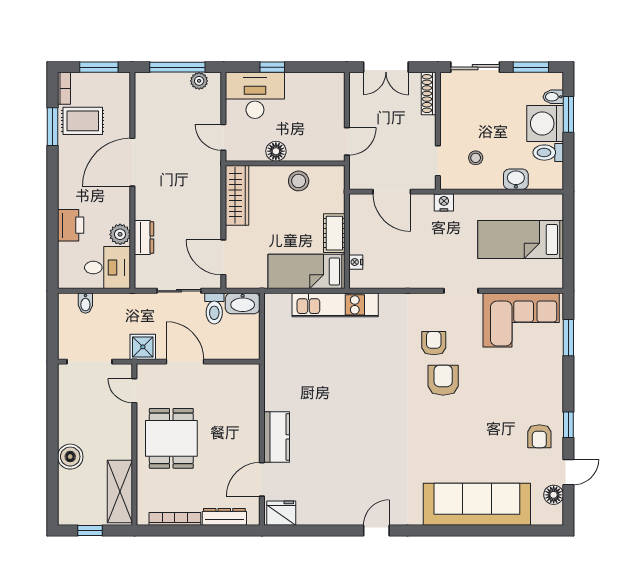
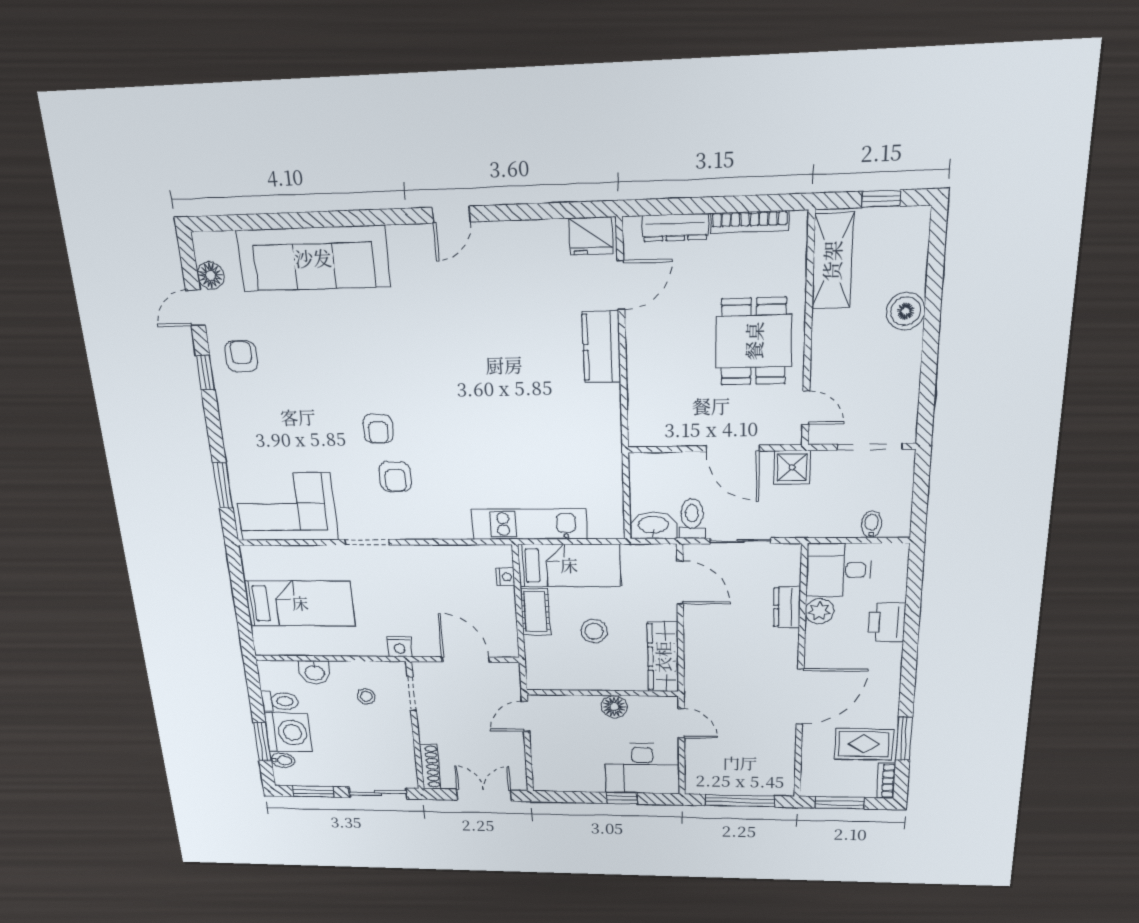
plant: (199, 81) -> (713, 786), removed
stool: (299, 181) -> (594, 631), moved
armchair: (443, 380) -> (378, 429), width x0.72, depth x0.72

